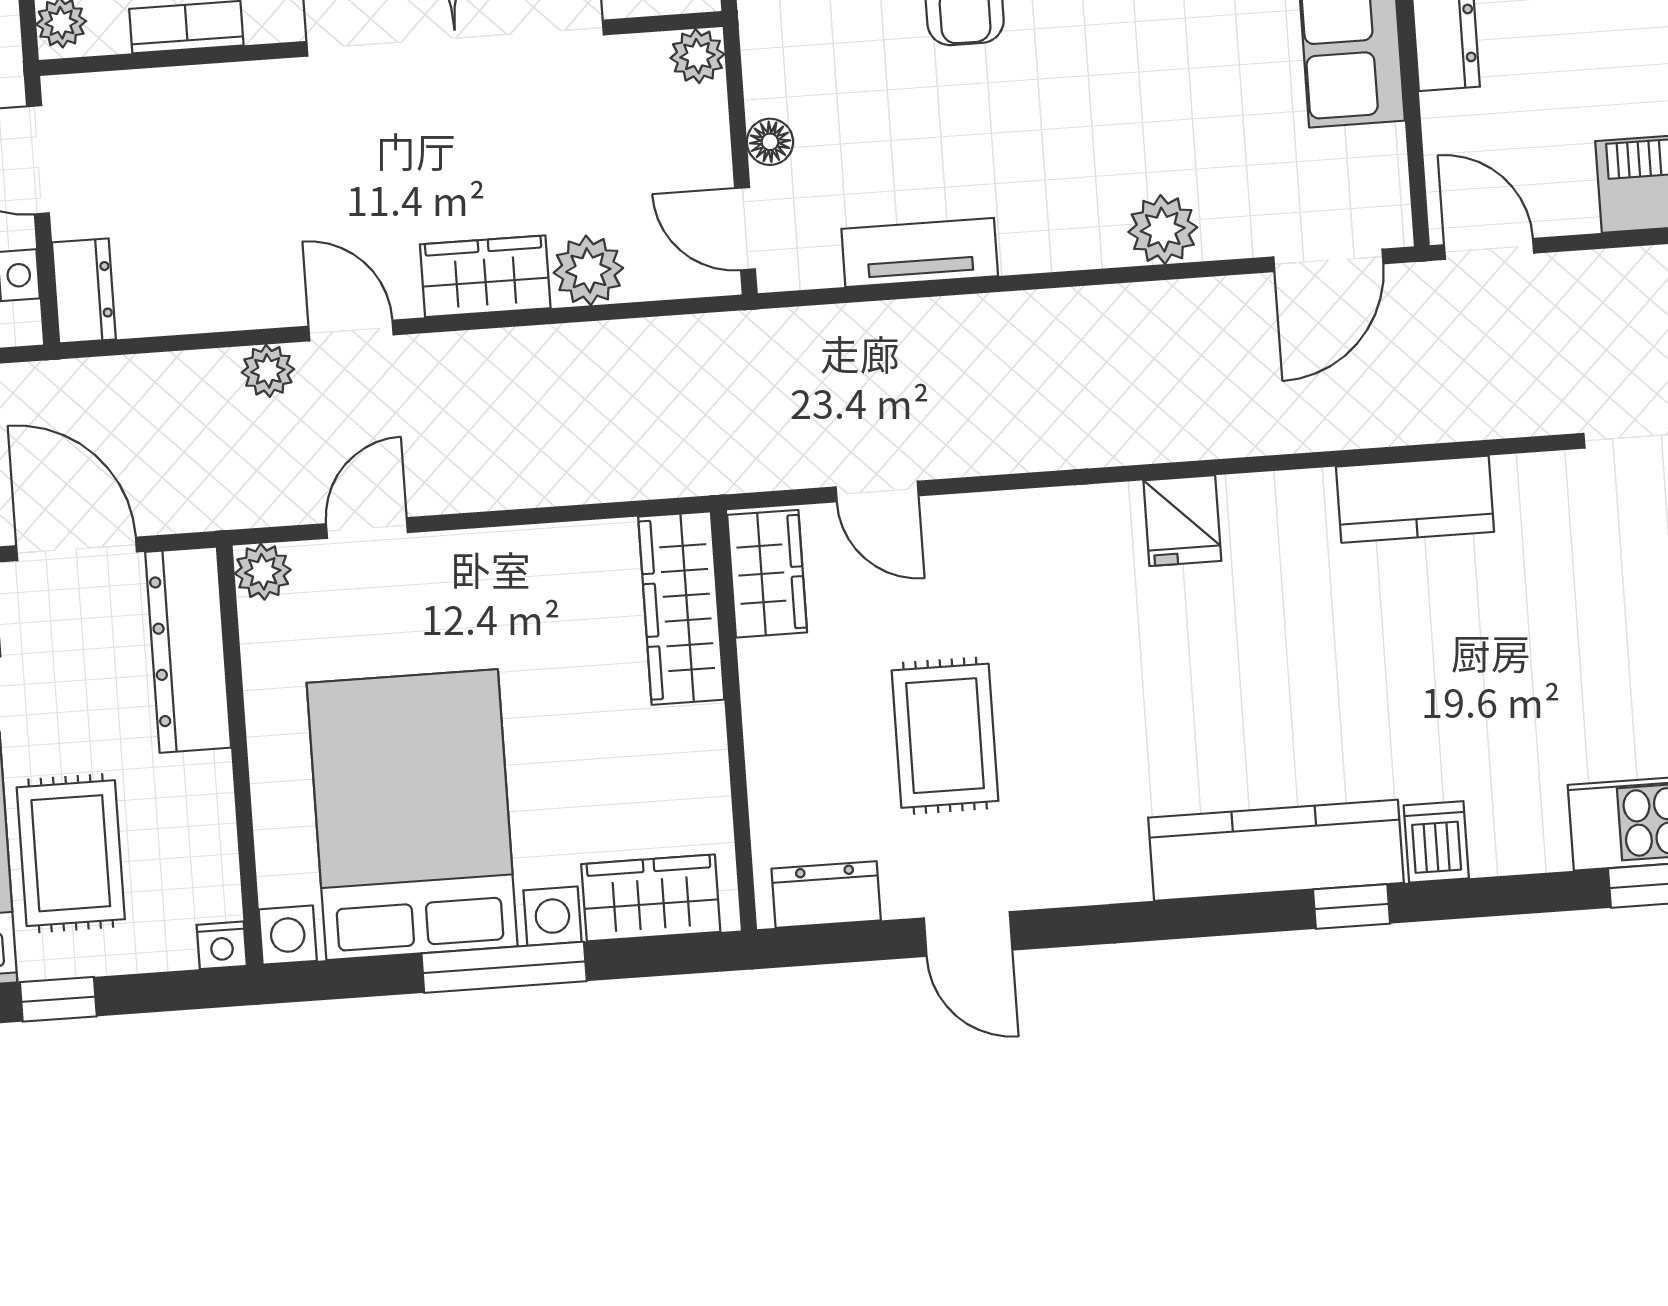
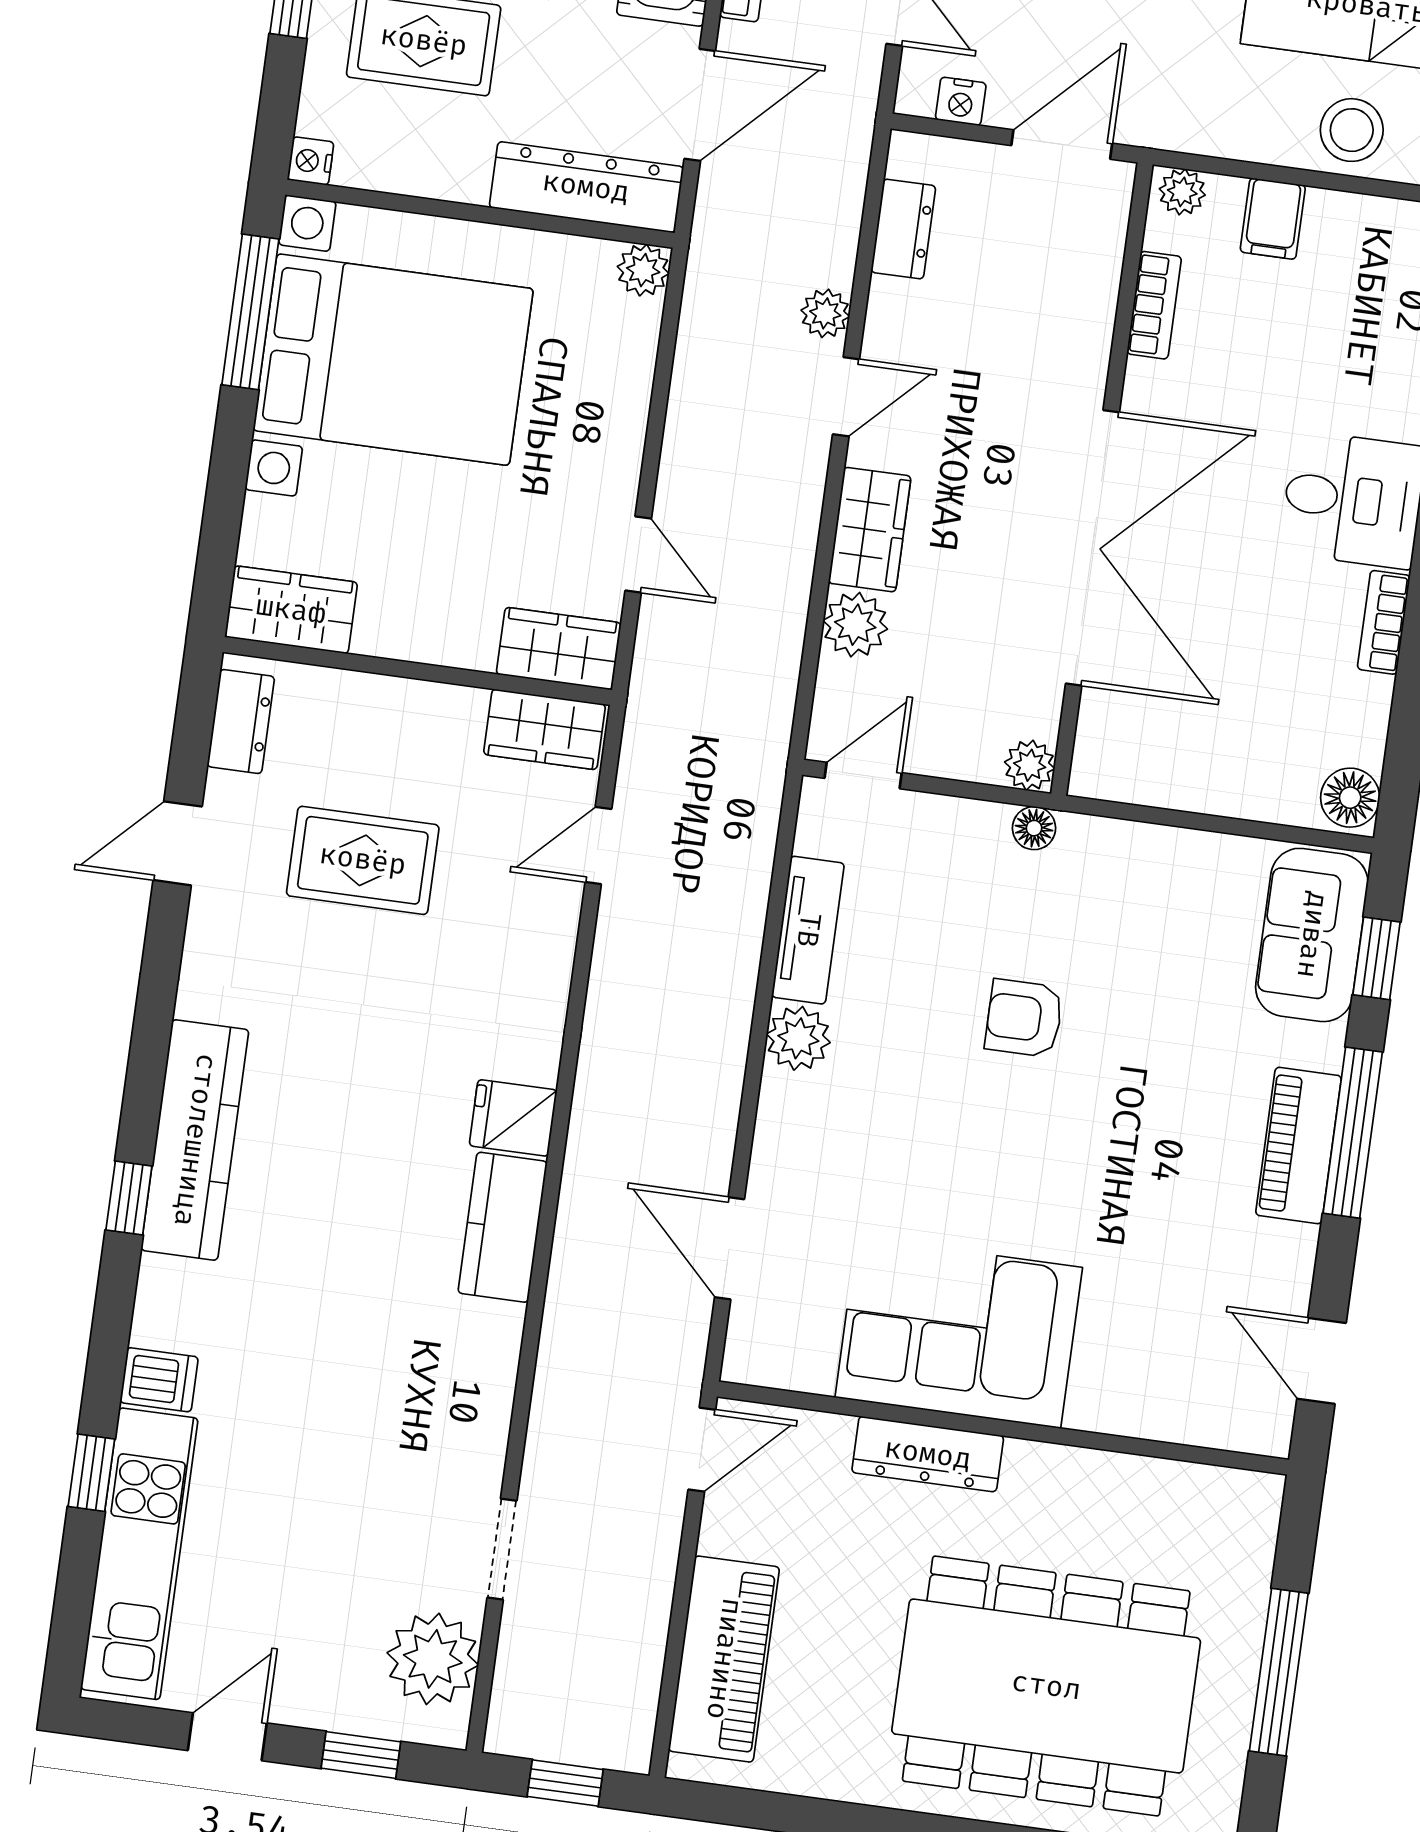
floor lamp: (770, 142) -> (1034, 828), moved
plant: (1163, 230) -> (798, 1038), moved
door: (1328, 260) -> (729, 1248), moved
dresser: (84, 291) -> (903, 229), moved, turned -90
kitchen counter: (1415, 499) -> (503, 1227), moved
door: (367, 528) -> (638, 554), moved
wardrobe: (681, 608) -> (559, 649), width x0.67
dishwasher: (1436, 842) -> (159, 1380), moved
wardrobe: (651, 898) -> (291, 610), moved, turned -90
window: (504, 967) -> (250, 312), moved

